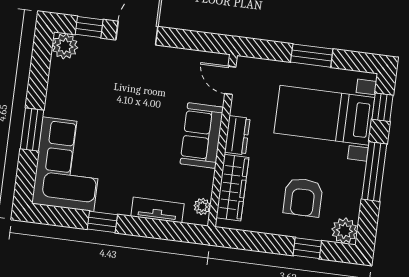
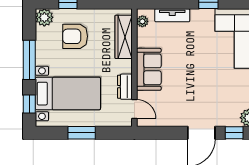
dresser: (237, 135) -> (125, 87), moved
armchair: (303, 197) -> (75, 36), turned -90

